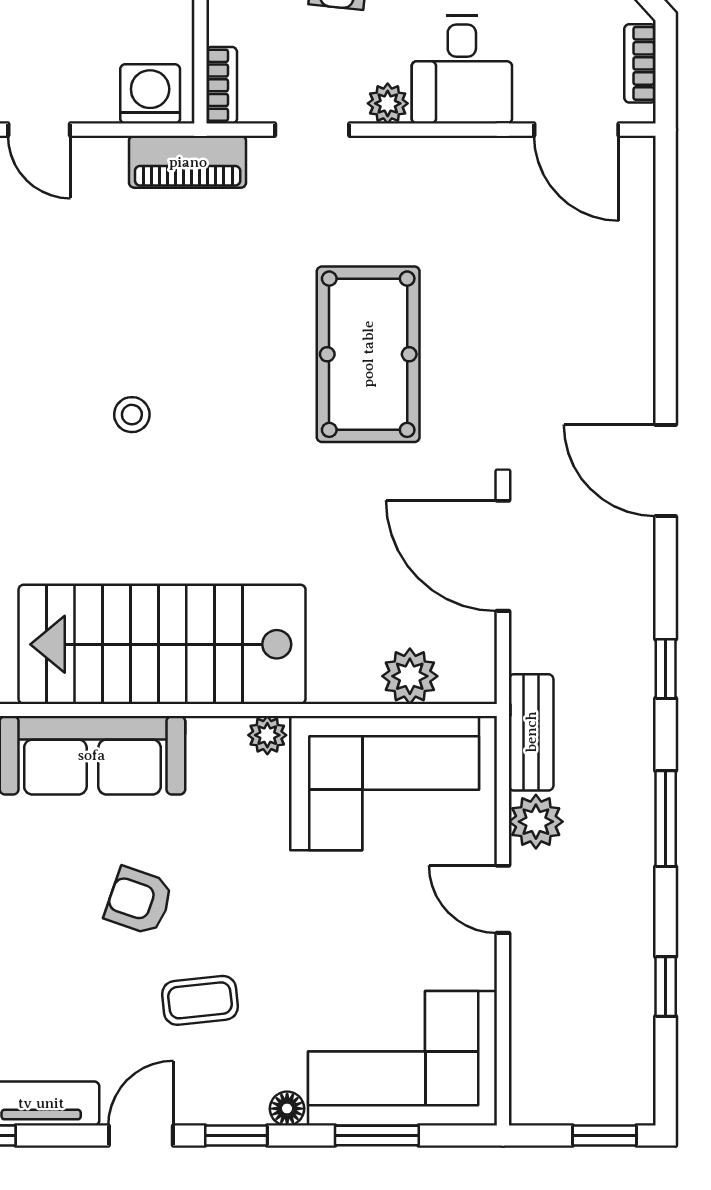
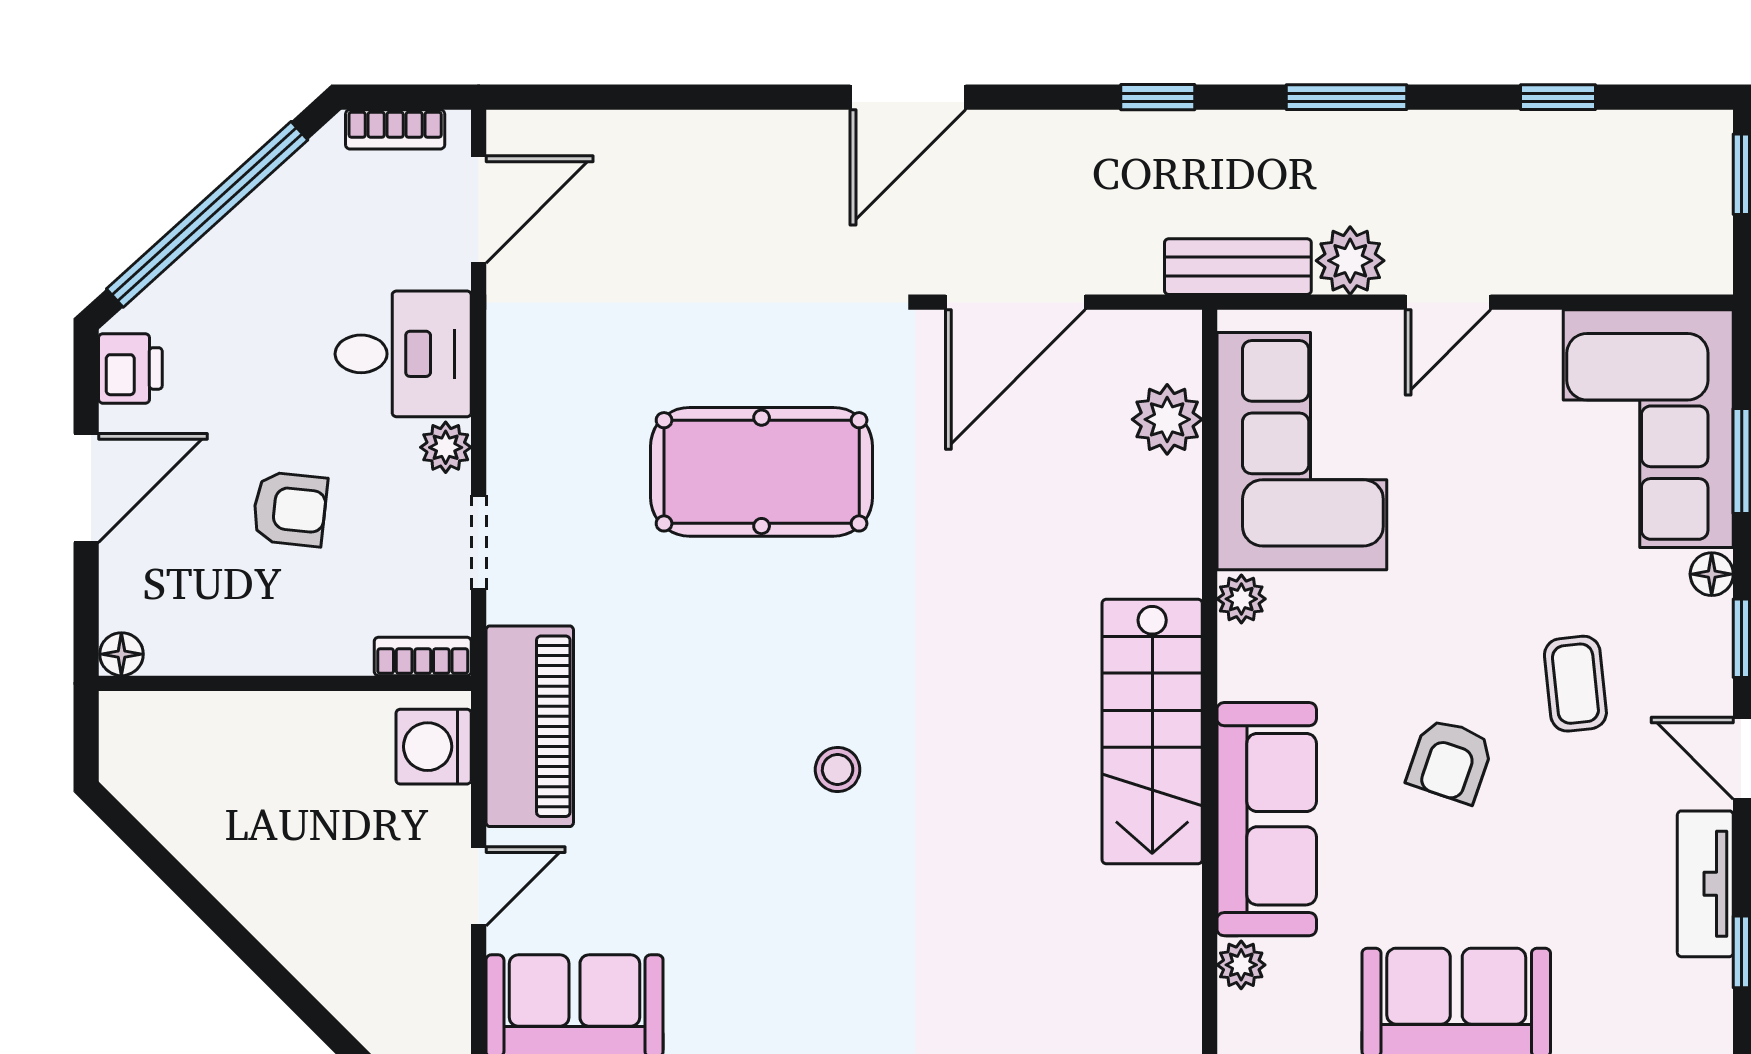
piano: (188, 162) -> (530, 726), width x1.37, depth x1.33
stairs: (162, 644) -> (1152, 731), width x0.73, depth x0.66

